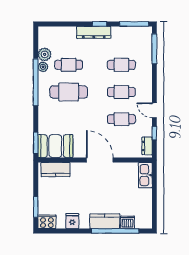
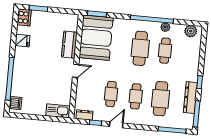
dresser: (94, 32) -> (190, 98), moved
plant: (45, 54) -> (191, 31), moved
cafe table: (121, 65) -> (160, 99), width x1.37, depth x1.35
booth: (55, 146) -> (96, 38), width x1.36, depth x1.42
door: (100, 160) -> (76, 71), width x0.53
kitchen counter: (55, 170) -> (69, 45), moved
kitchen counter: (105, 221) -> (20, 70), removed
dishwasher: (128, 222) -> (15, 103), moved

